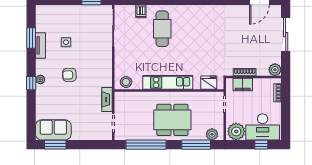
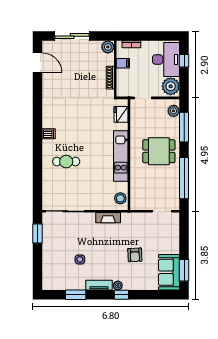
dishwasher: (141, 11) -> (49, 134), moved
cafe table: (162, 29) -> (66, 162), width x0.73, depth x0.74
tv unit: (41, 45) -> (99, 285), moved
armchair: (69, 75) -> (135, 255), moved
filing cabinet: (243, 85) -> (123, 63), moved, width x0.50
fireplace: (107, 99) -> (108, 218), moved
dining table: (172, 120) -> (159, 151), width x0.73

